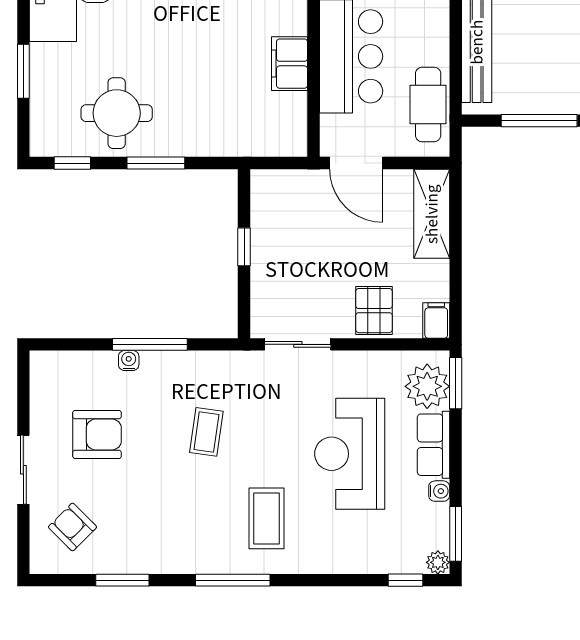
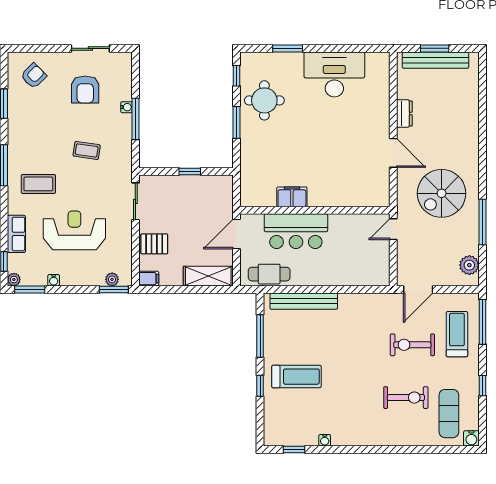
plant: (427, 386) -> (112, 279), width x0.53, depth x0.53
row of seats: (433, 445) -> (16, 234), moved, turned 90
sliding door: (23, 470) -> (90, 48), moved

